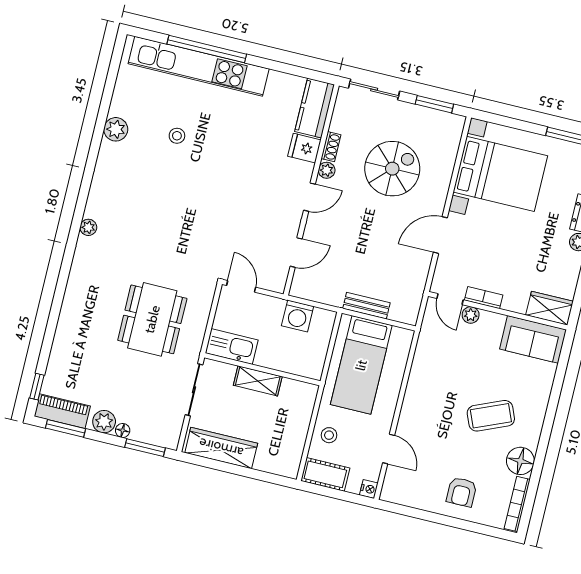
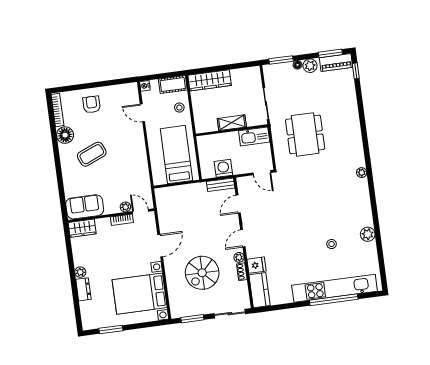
bench: (366, 306) -> (221, 185), moved
wardrobe: (221, 448) -> (210, 80), moved

